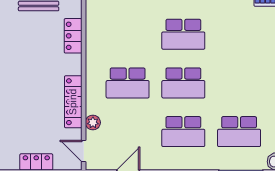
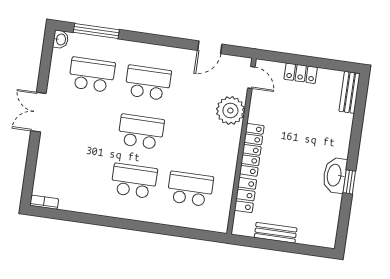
school desk: (128, 83) -> (190, 189), moved
locker: (73, 102) -> (252, 150), moved
plant: (93, 123) -> (230, 110), width x1.87, depth x1.87

